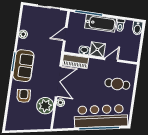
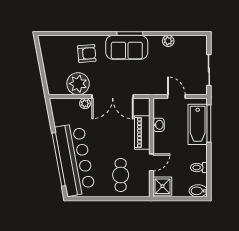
bathtub: (101, 23) -> (198, 124), moved
shower: (97, 49) -> (162, 186), moved
door: (111, 60) -> (151, 162), hinge flipped
piano: (75, 61) -> (142, 132), moved

